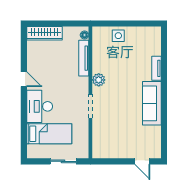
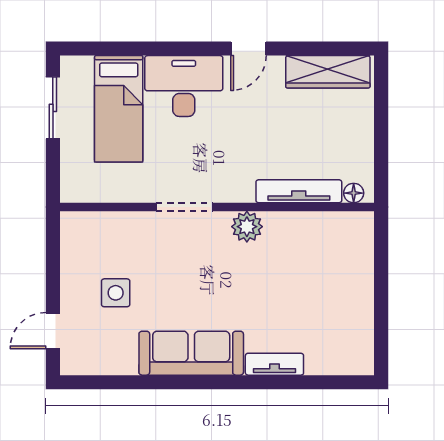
wardrobe: (44, 33) -> (328, 72), moved, turned -90
side table: (118, 36) -> (116, 293), moved
sliding door: (63, 161) -> (53, 108), moved

